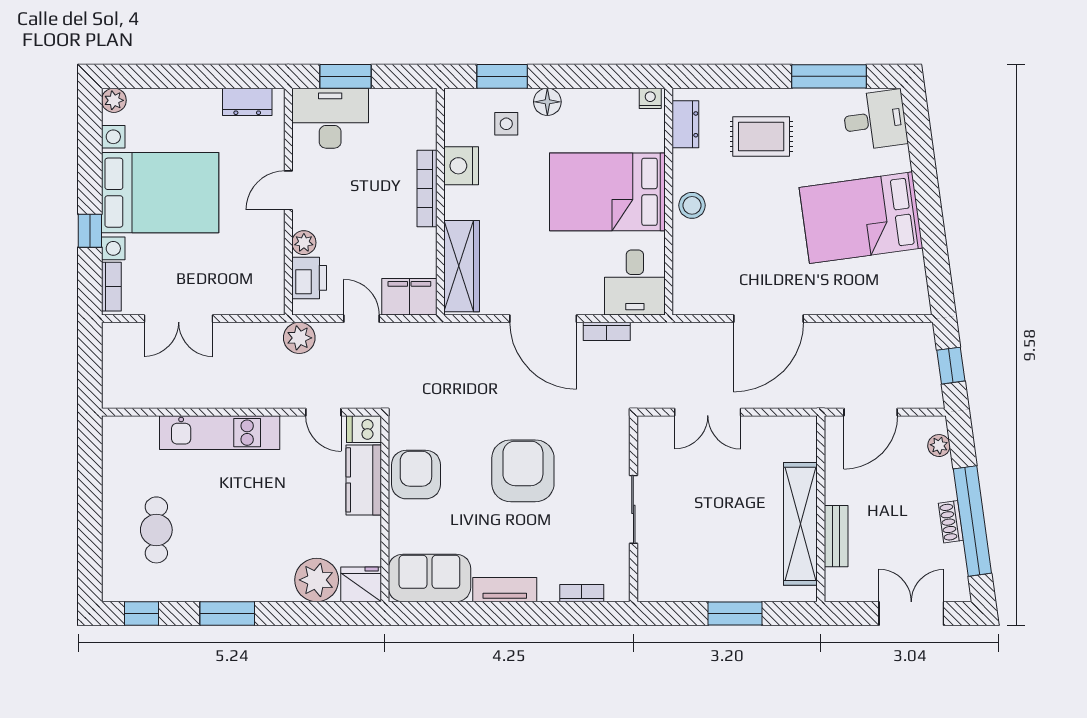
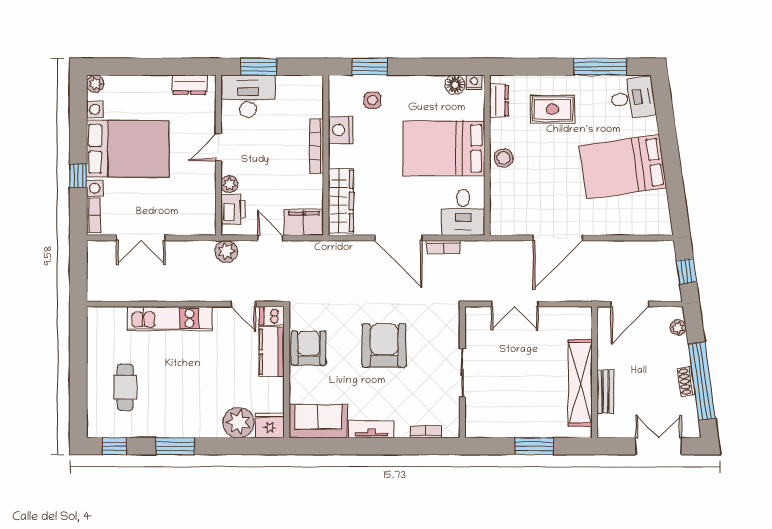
floor lamp: (547, 102) -> (455, 85), moved

